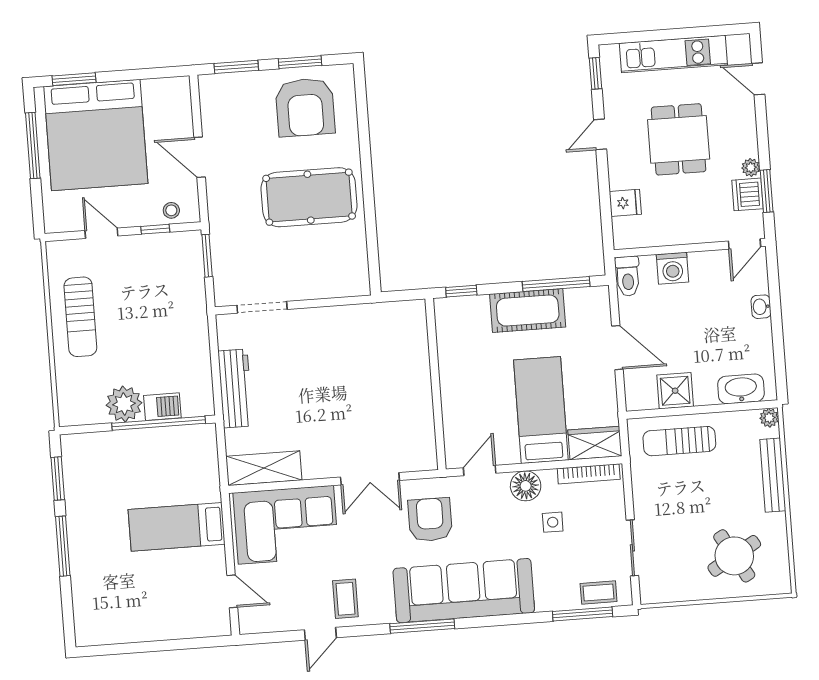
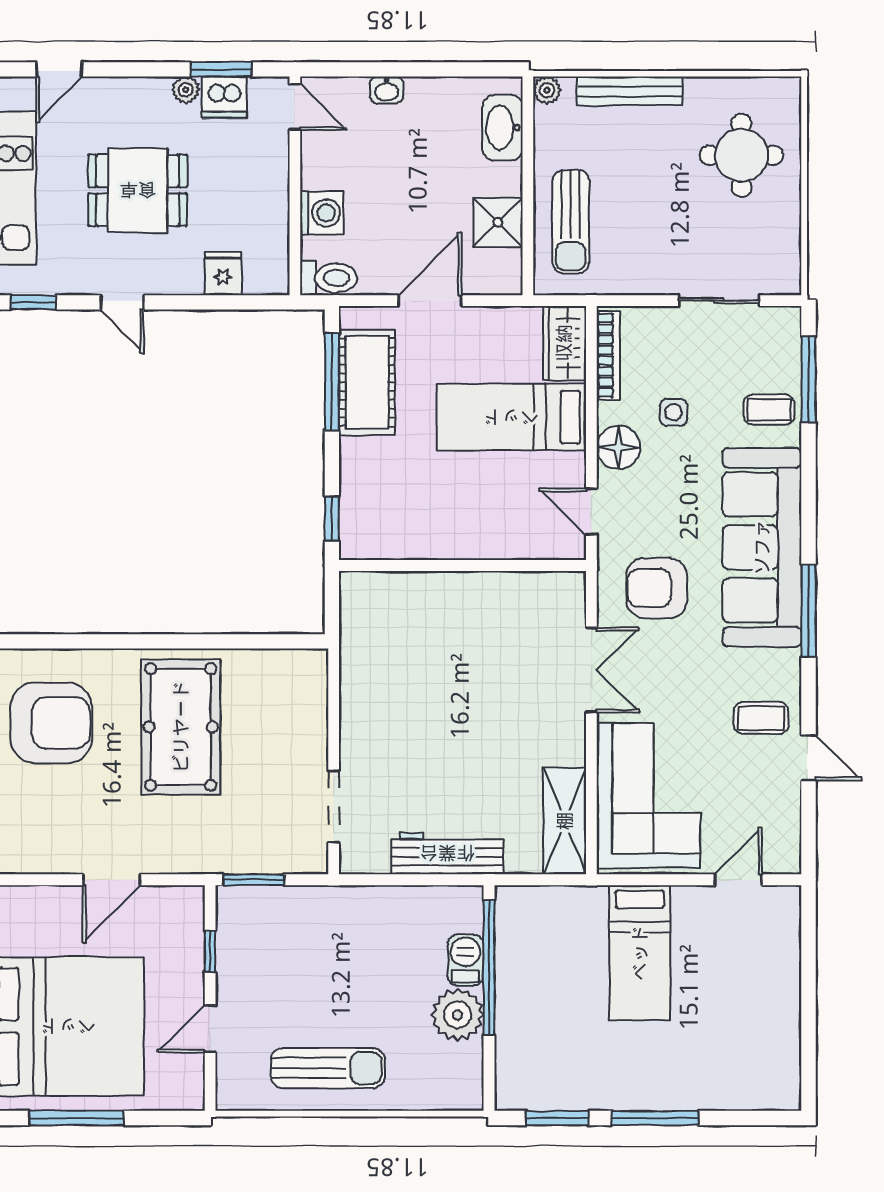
stool: (171, 210) -> (185, 926), removed
cot: (528, 311) -> (367, 382), moved
round table: (734, 556) -> (741, 155), turned 30
coffee table: (599, 592) -> (769, 410), moved, turned 90

